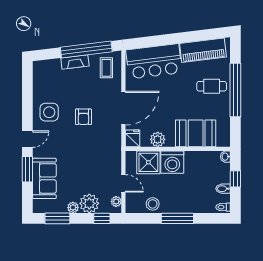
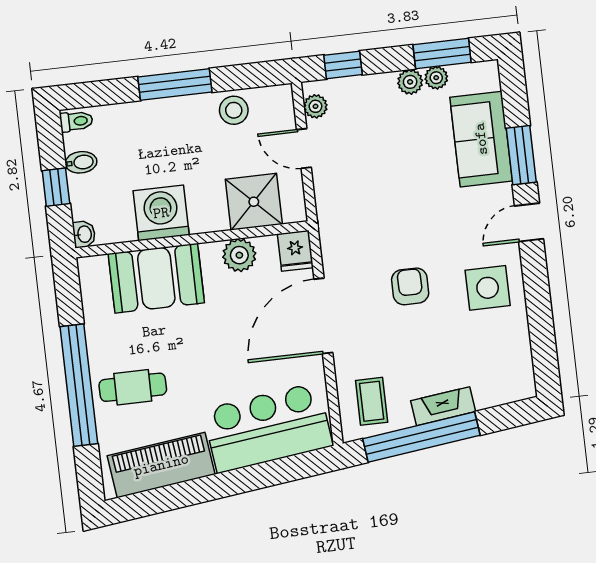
washing machine: (172, 162) -> (161, 213), moved
plant: (89, 203) -> (436, 78), moved, width x0.53, depth x0.53

